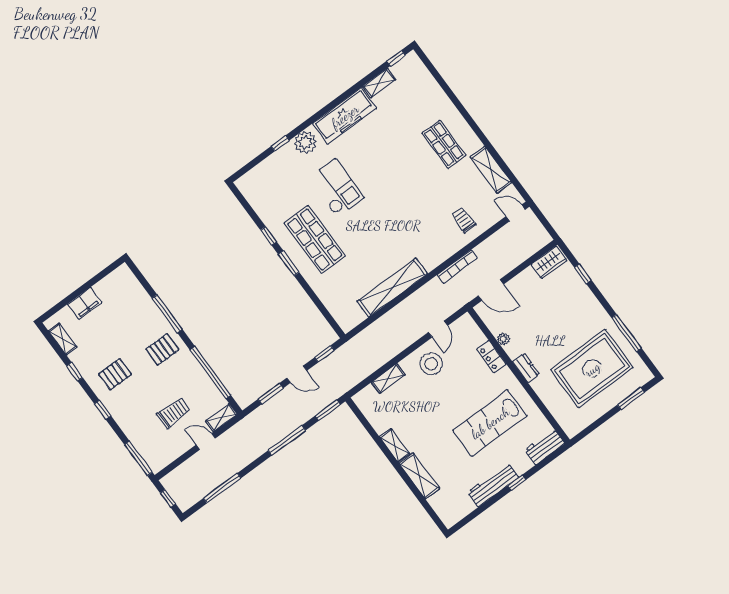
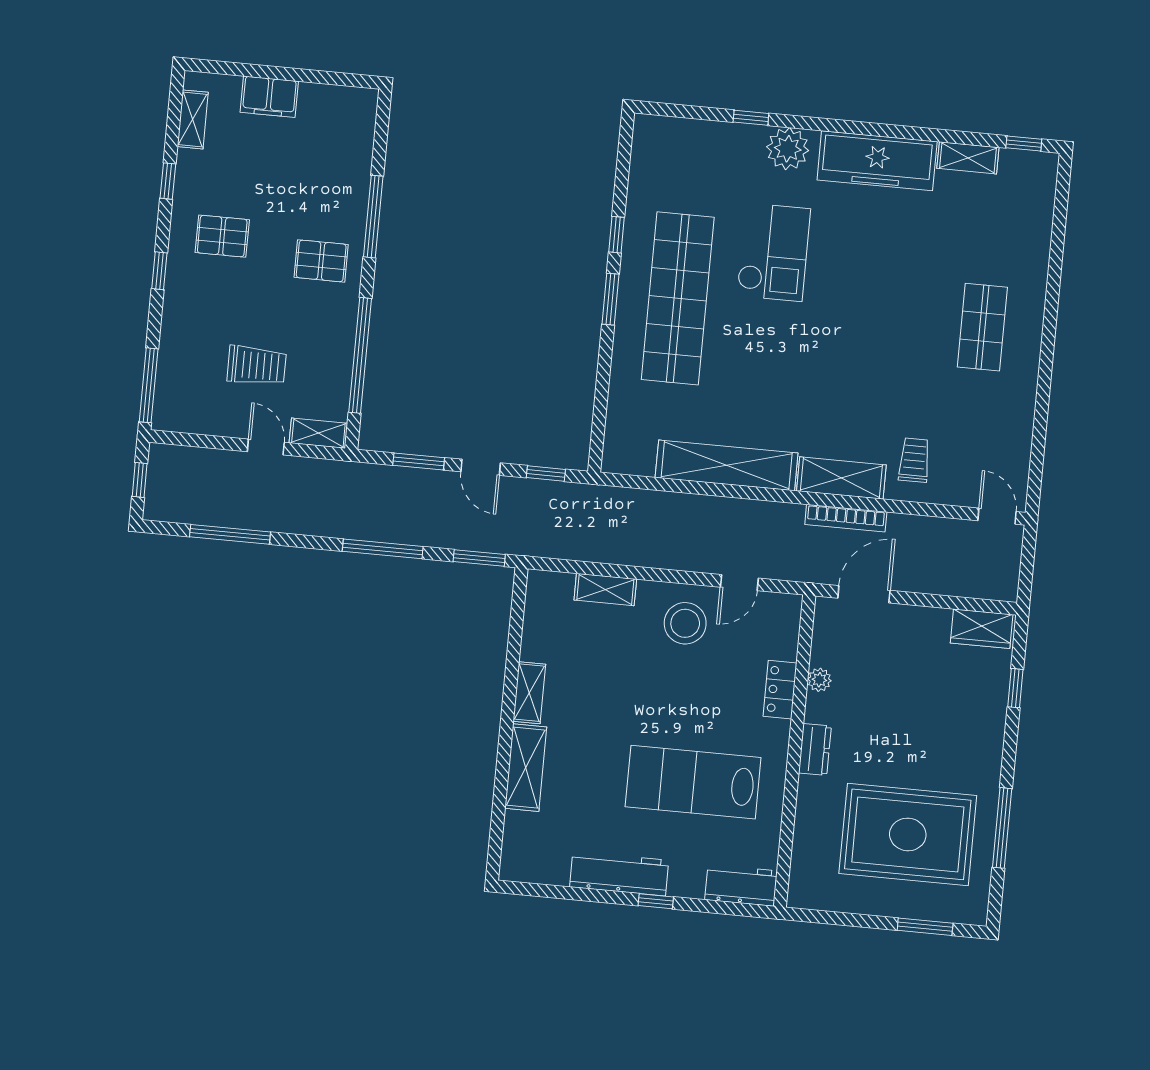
shelving: (491, 170) -> (841, 478), moved, turned 90
shop shelf: (315, 239) -> (678, 298), width x1.40
door: (491, 290) -> (864, 594), swing flipped

